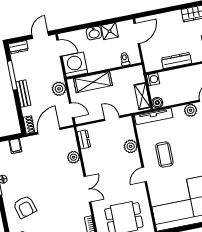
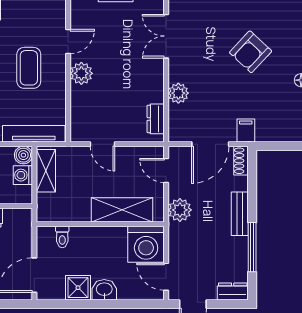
washing machine: (153, 79) -> (23, 175), moved
filing cabinet: (15, 146) -> (246, 131), moved
plant: (131, 146) -> (81, 73), moved
armchair: (25, 207) -> (251, 52), moved, turned -121

